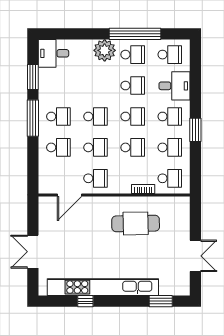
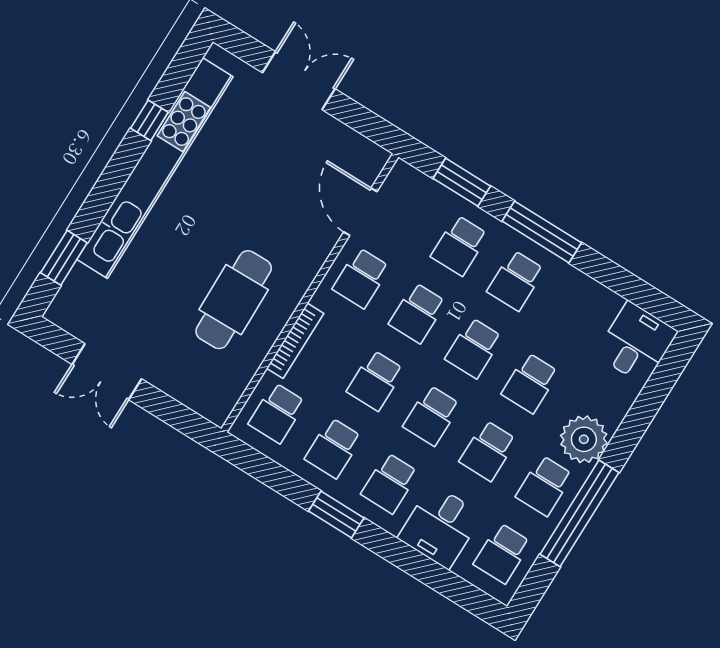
window: (33, 77) -> (462, 182), moved
school desk: (96, 86) -> (530, 383), added
bookcase: (143, 189) -> (295, 341), width x1.56

